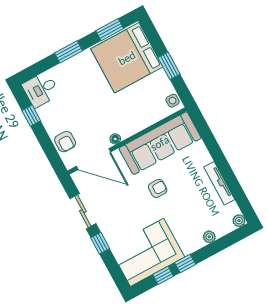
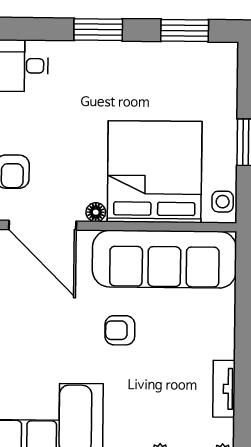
bed: (127, 58) -> (155, 172), moved, turned 90
tv unit: (219, 183) -> (224, 389), width x0.71
armchair: (158, 188) -> (120, 330), turned 180

